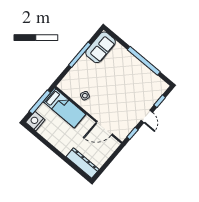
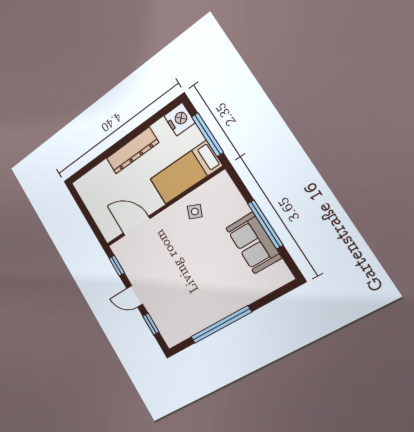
sofa: (101, 47) -> (254, 243), moved
door: (104, 128) -> (137, 226), hinge flipped
dresser: (83, 163) -> (132, 151), moved

